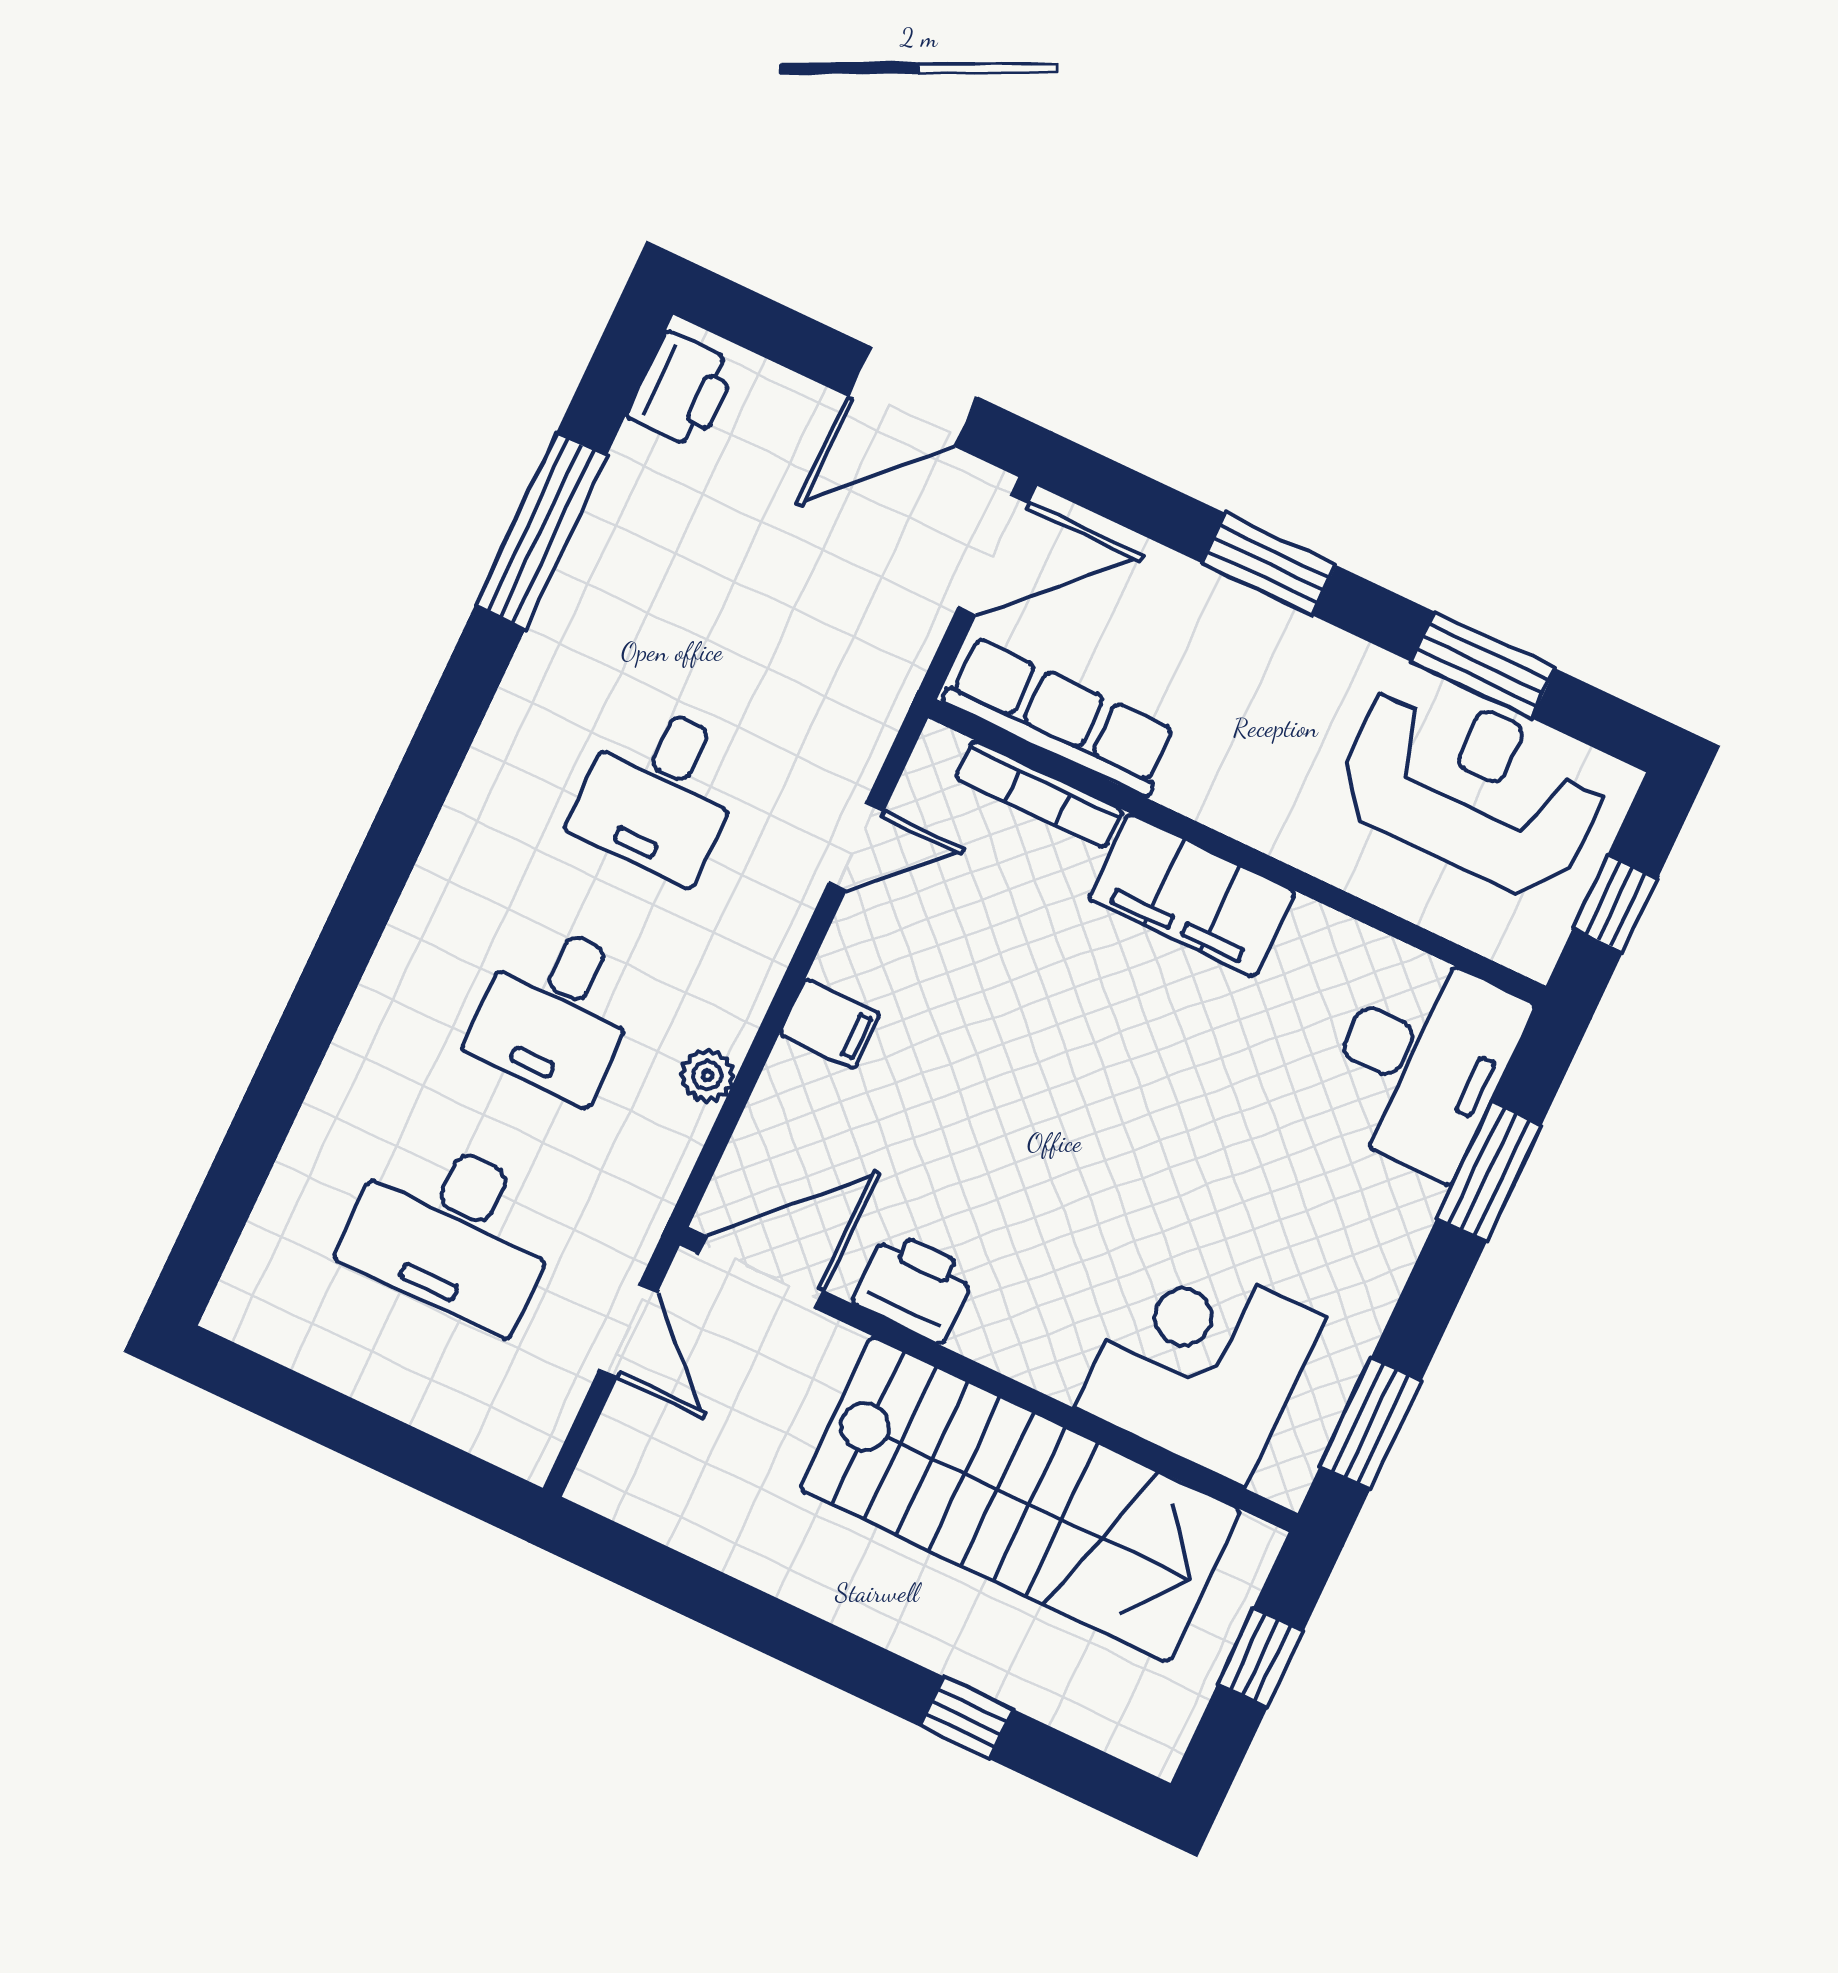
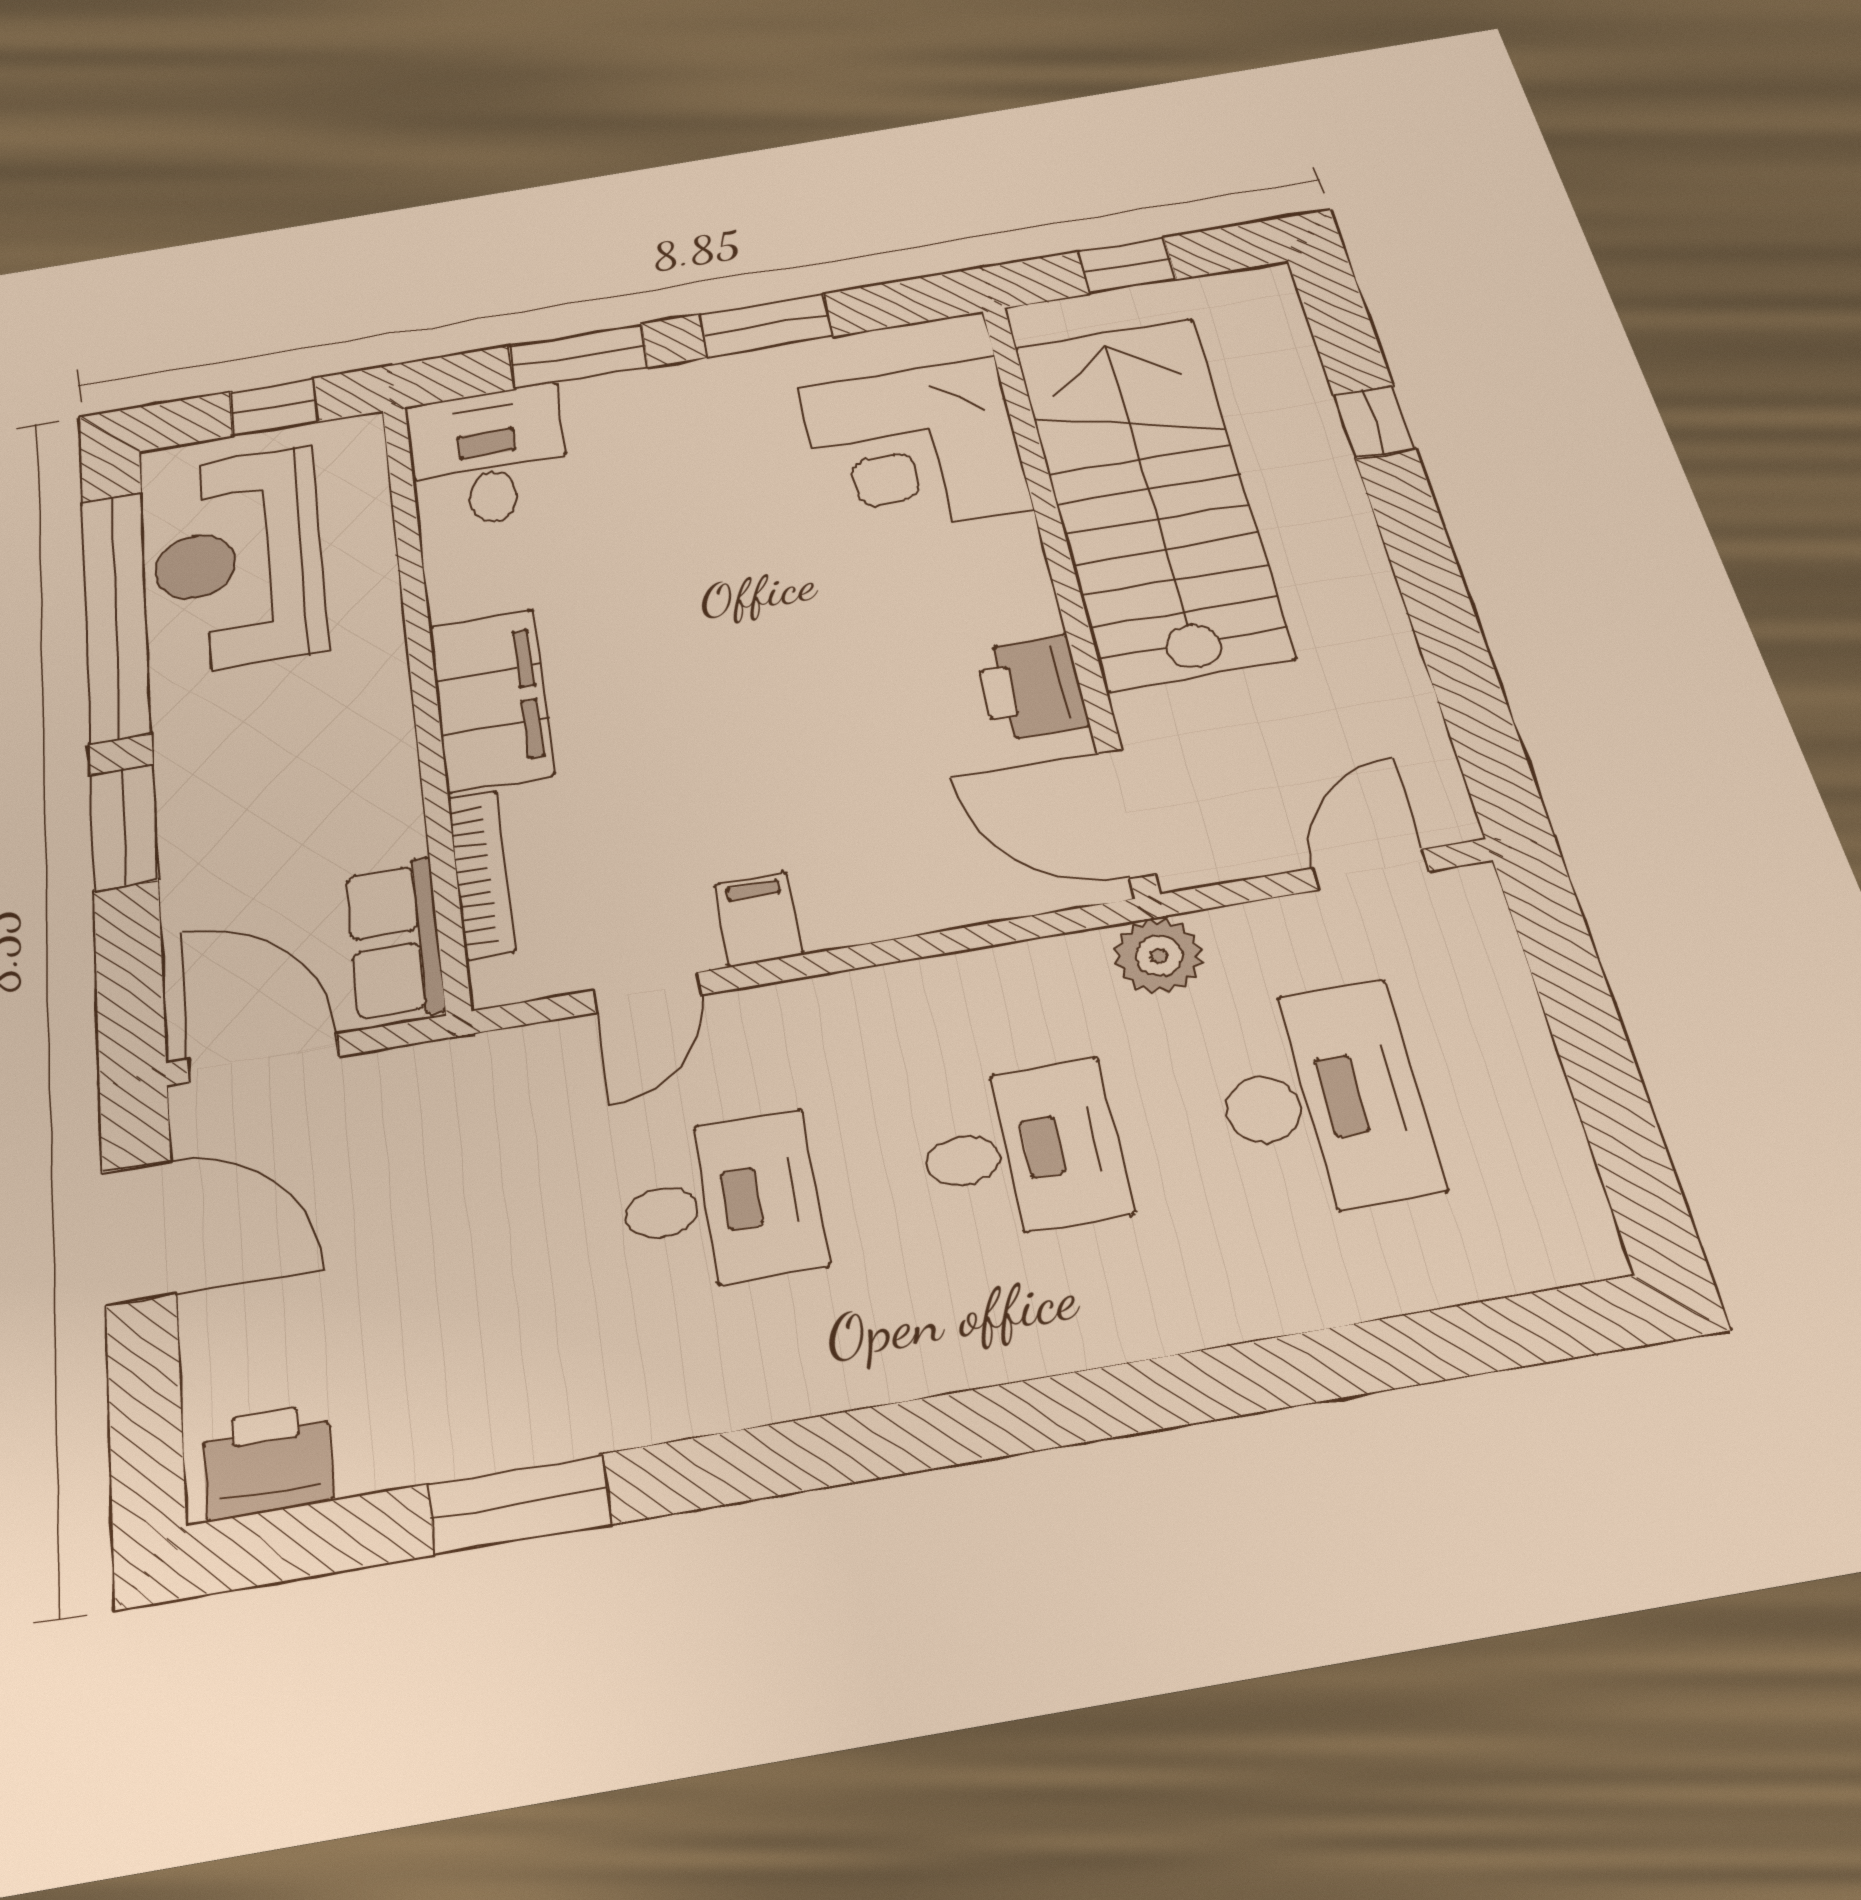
window: (541, 531) -> (519, 1504), width x0.69
window: (1483, 665) -> (116, 615), width x2.11
row of seats: (1060, 717) -> (395, 940), width x0.68
door: (856, 847) -> (647, 993), swing flipped
filing cabinet: (830, 1024) -> (758, 919), moved
desk: (1423, 1062) -> (488, 457), width x0.73
plant: (707, 1075) -> (1159, 956), moved, width x1.38, depth x1.38
door: (628, 1331) -> (1371, 870), moved
window: (1370, 1424) -> (766, 325), moved

